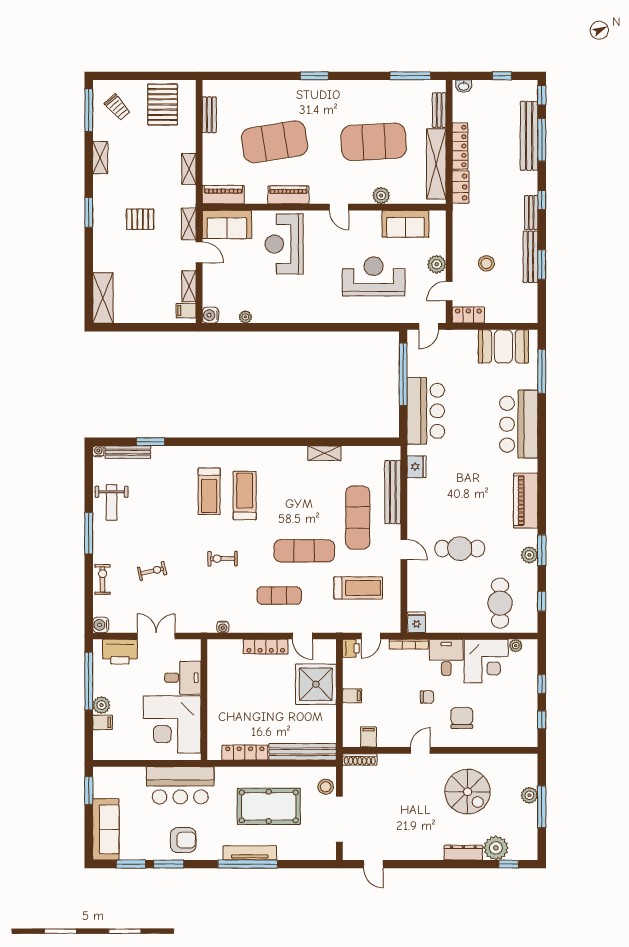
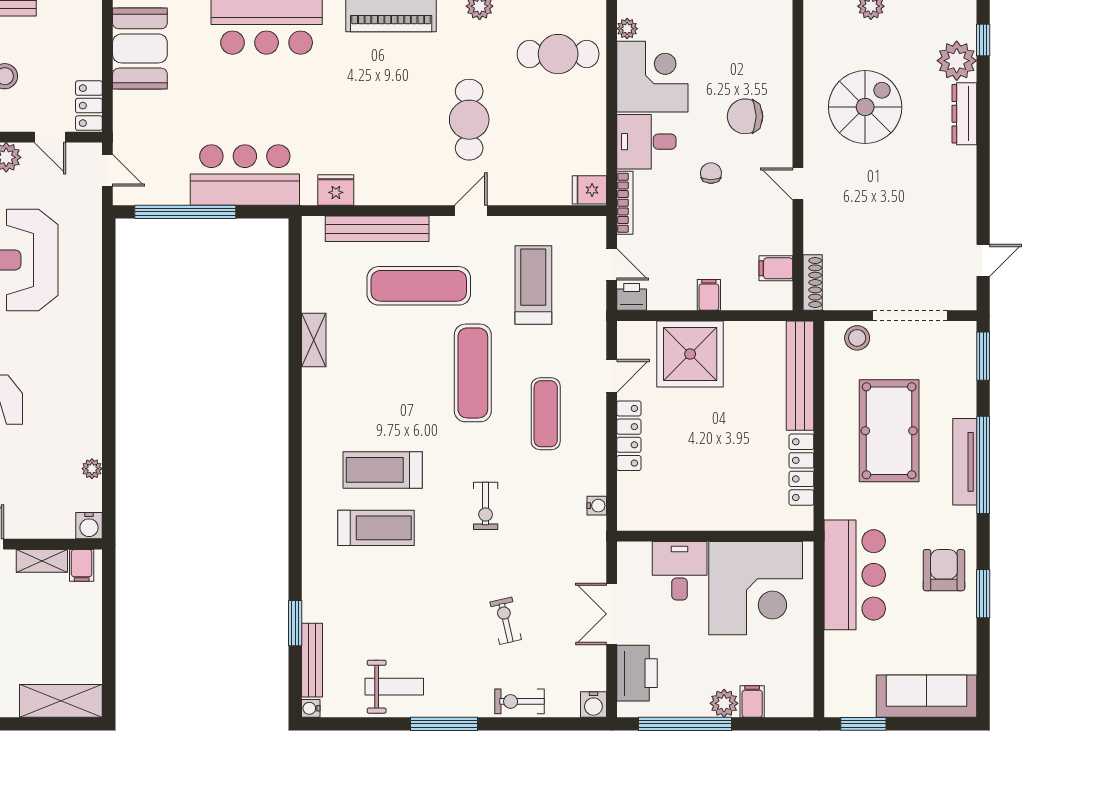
window: (131, 864) -> (983, 356), moved

